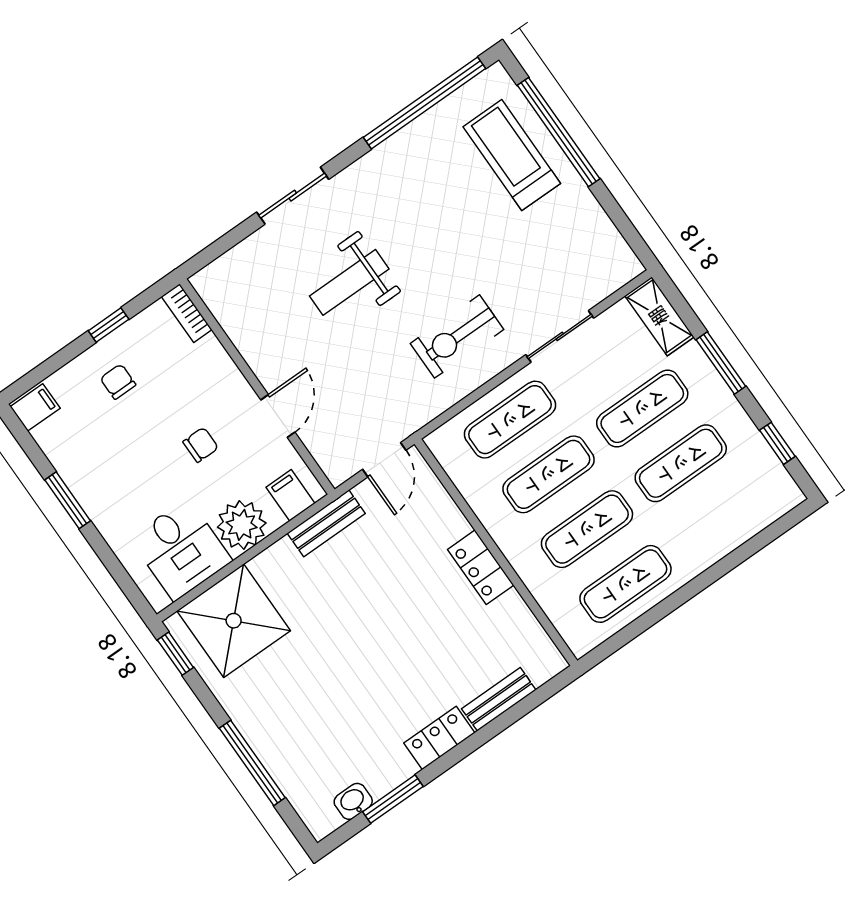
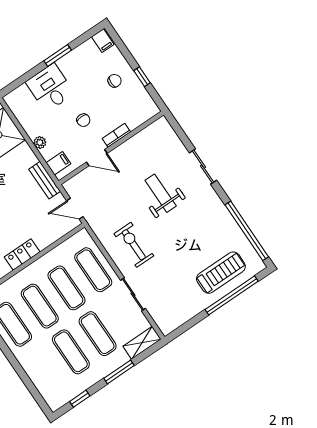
bookcase: (187, 313) -> (116, 135), moved
plant: (242, 525) -> (40, 142), width x0.53, depth x0.53
desk: (181, 549) -> (50, 88), moved, turned 90

